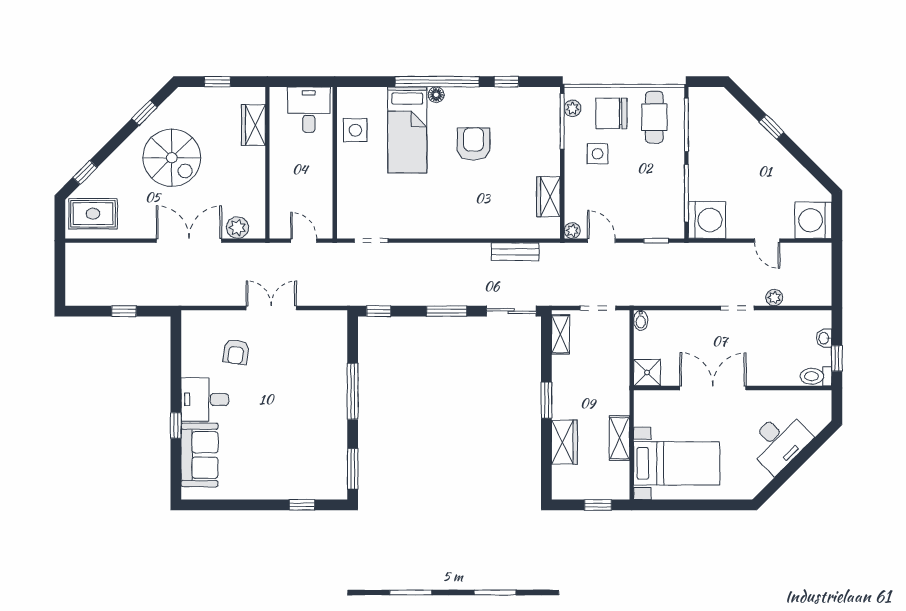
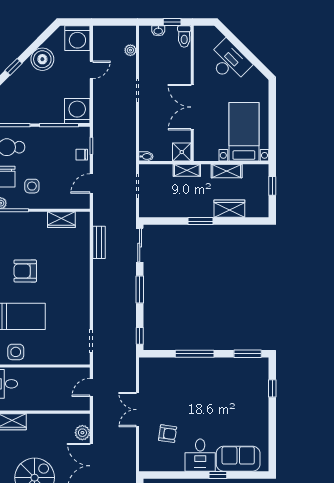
boiler: (783, 169) -> (42, 59), added
chair: (643, 227) -> (82, 155), added
plant: (572, 231) -> (84, 203), removed
plant: (774, 298) -> (130, 50), moved
shelving: (560, 334) -> (187, 170), moved

